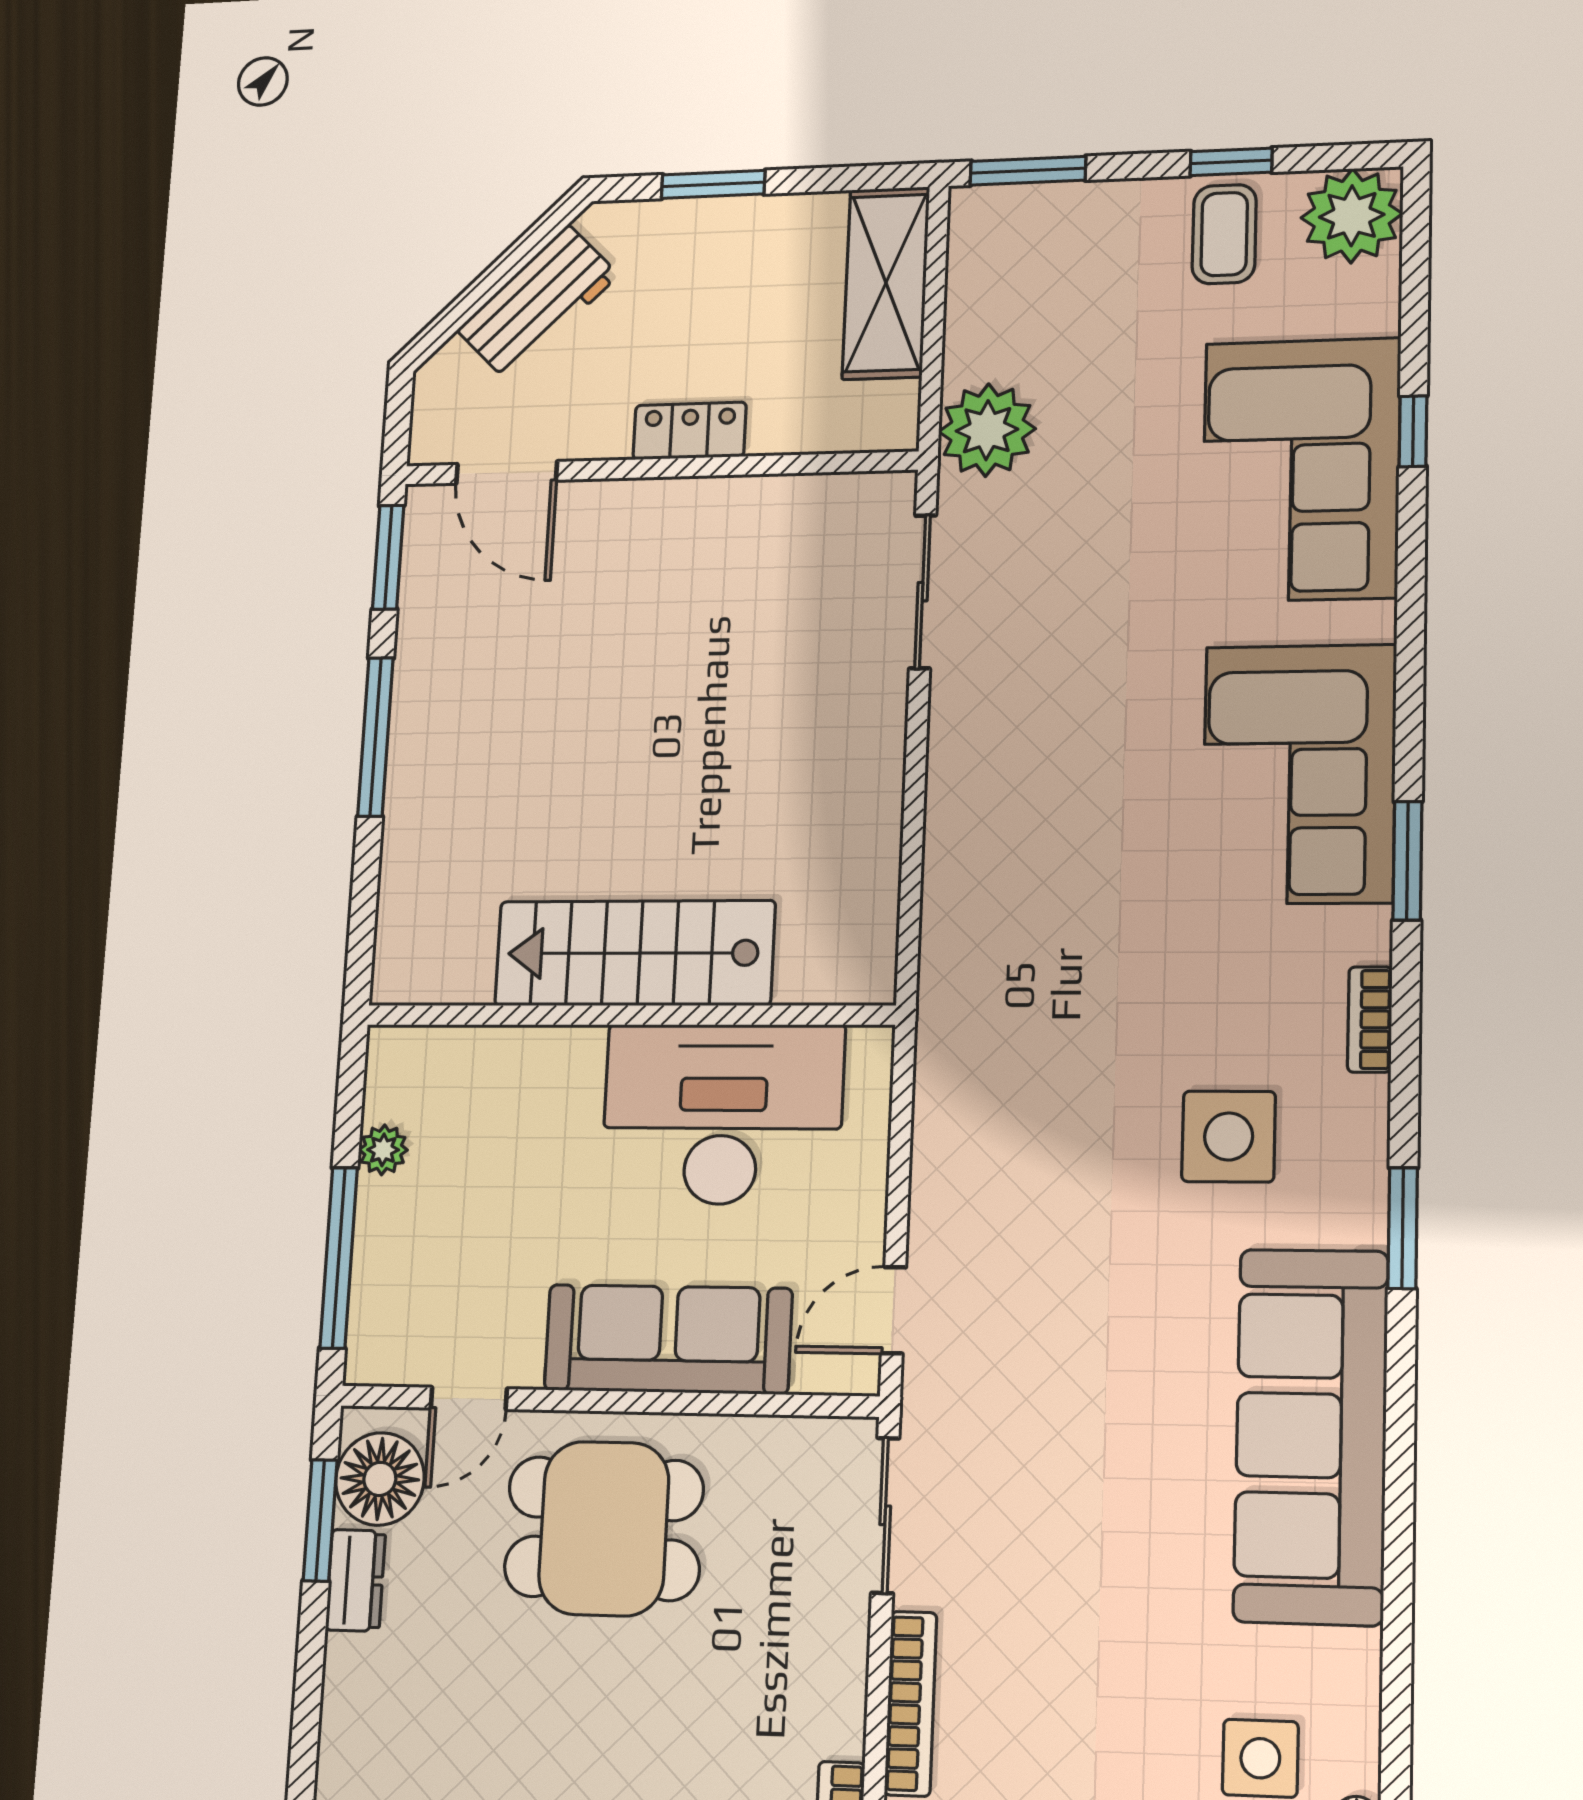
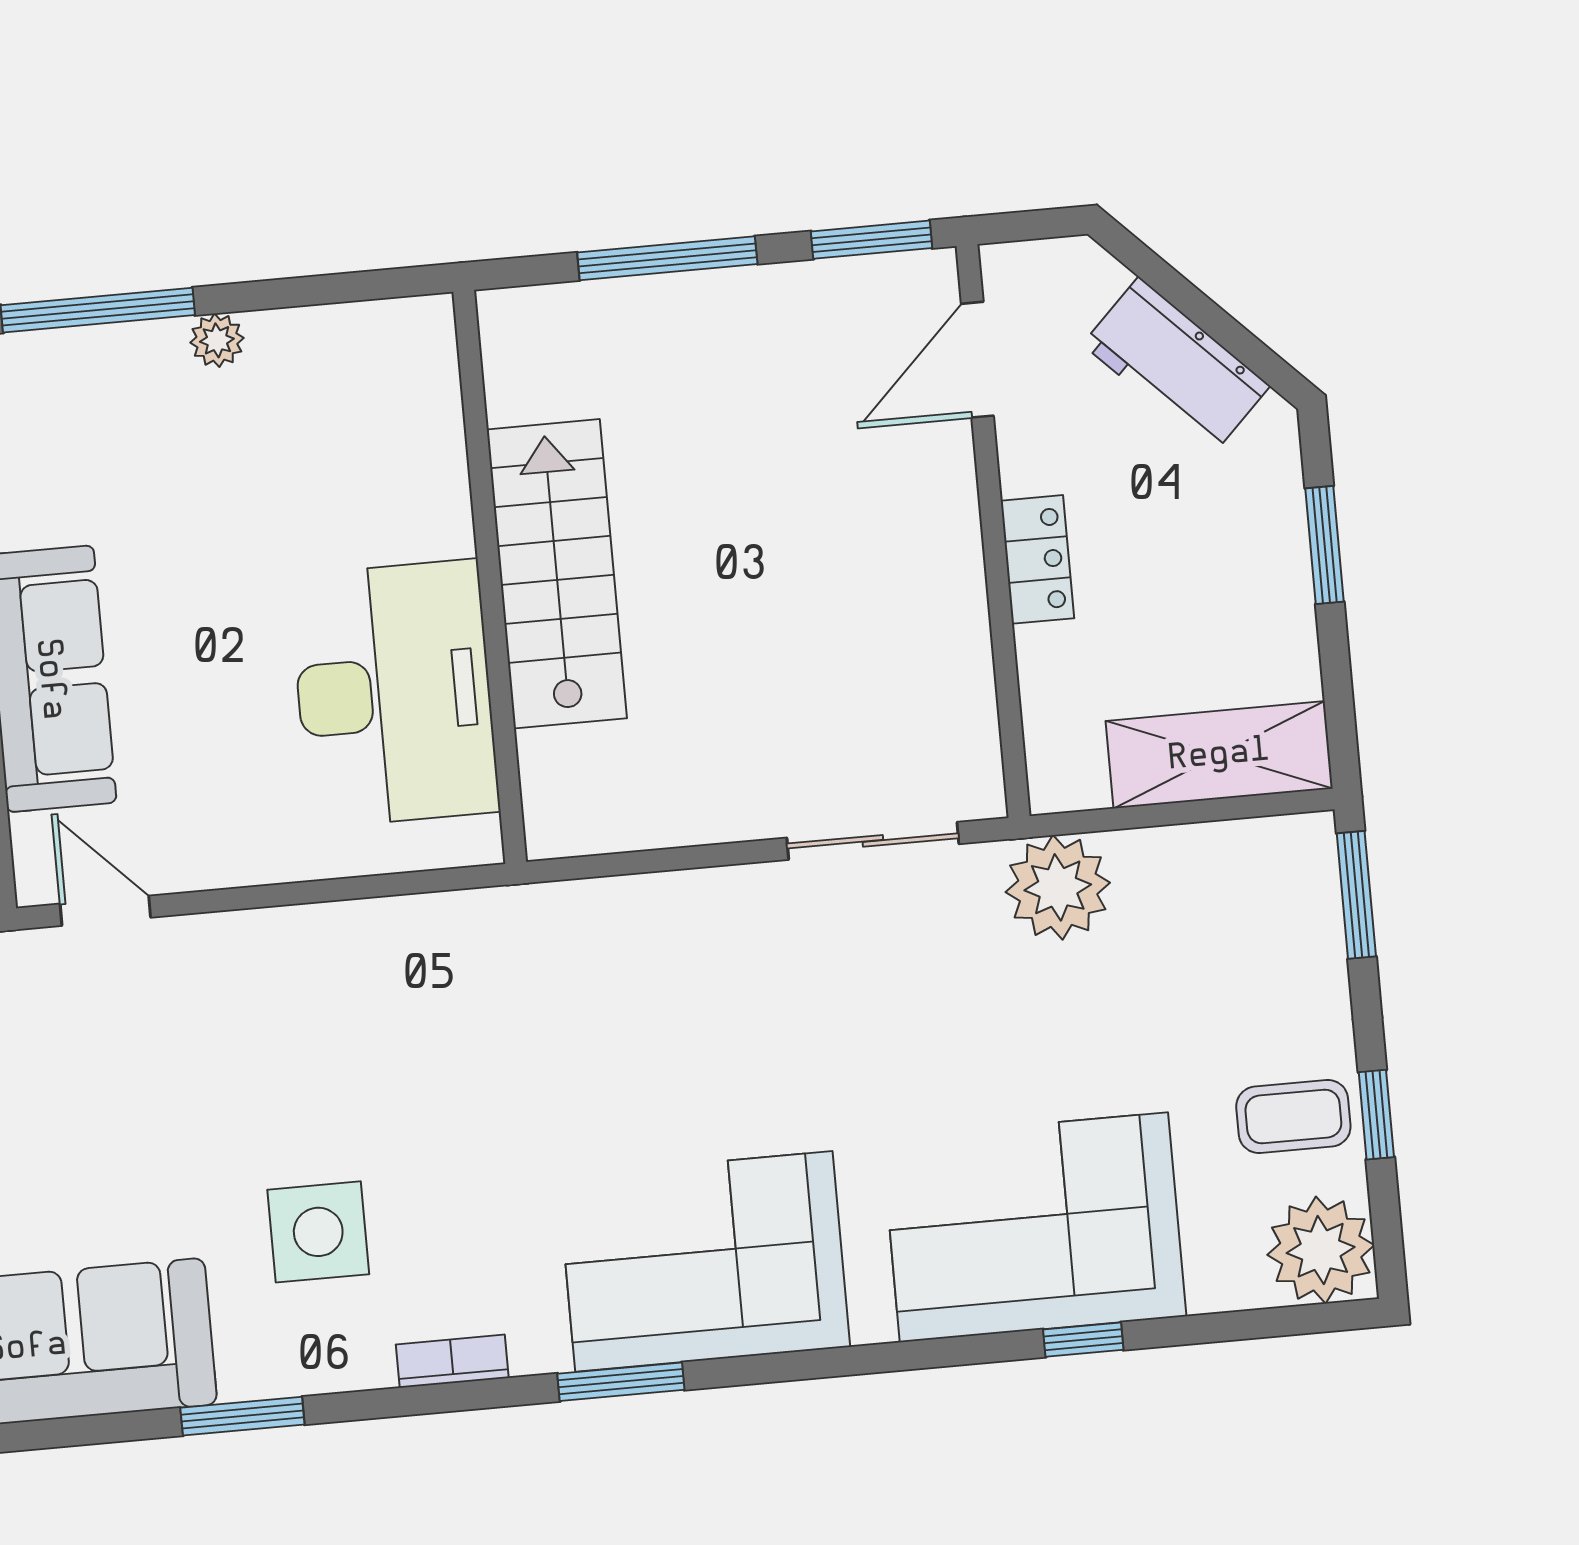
stairs: (635, 953) -> (557, 574), moved
wall: (628, 1015) -> (490, 577), moved
desk: (723, 1114) -> (394, 694), moved

